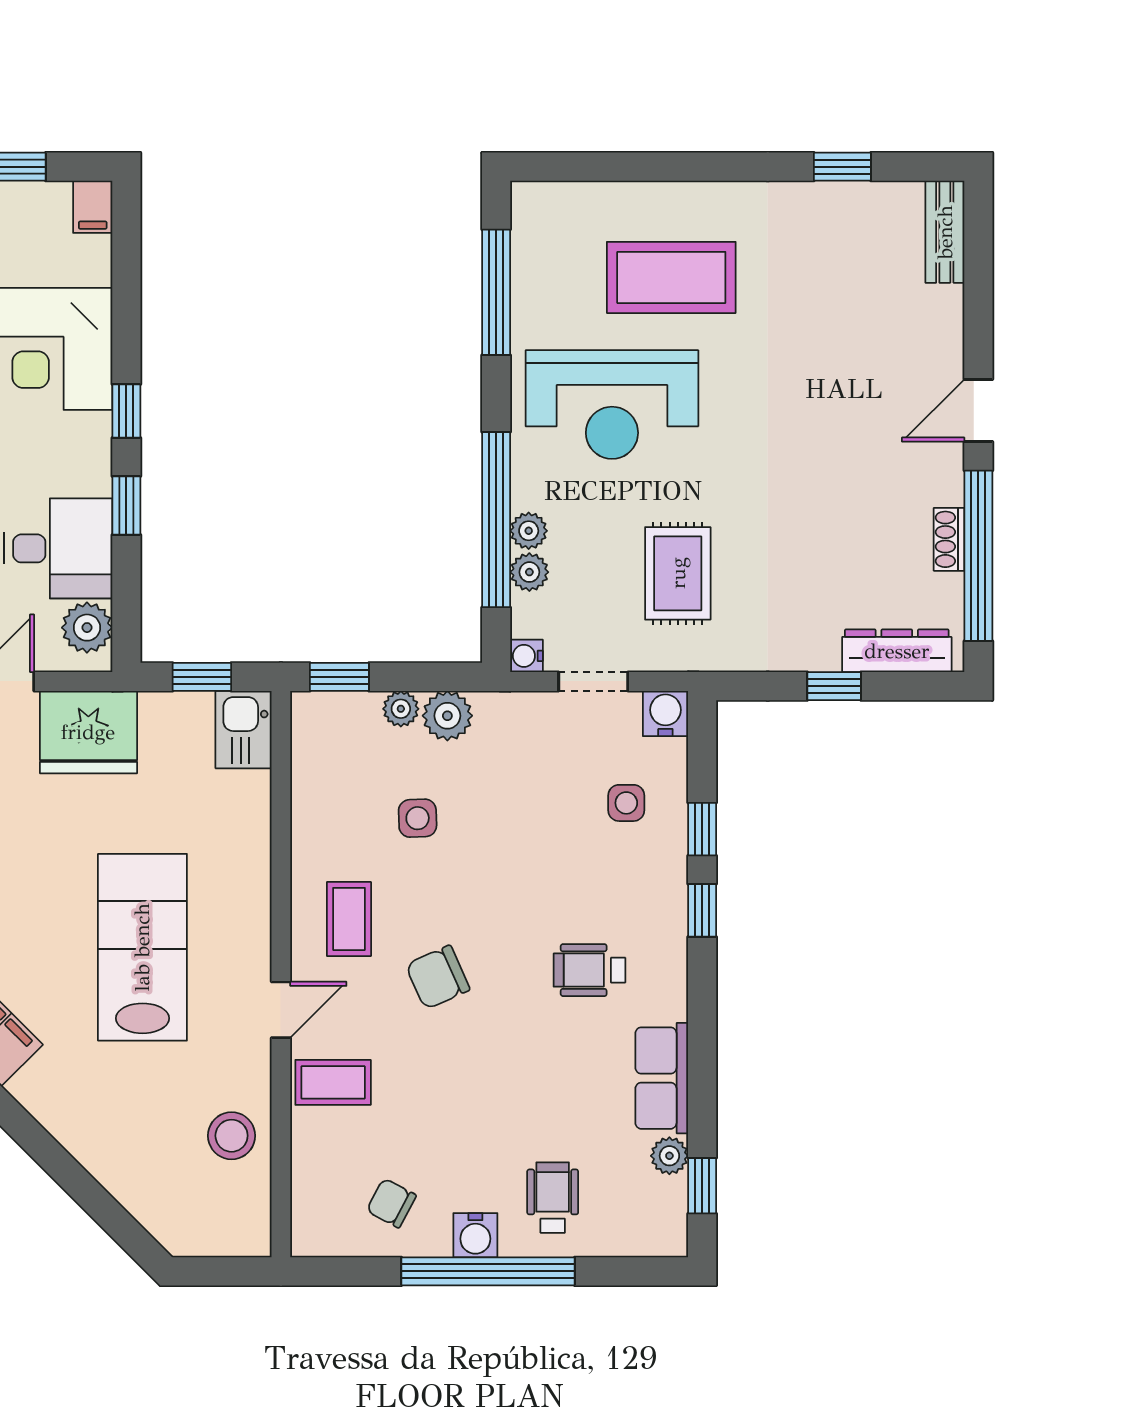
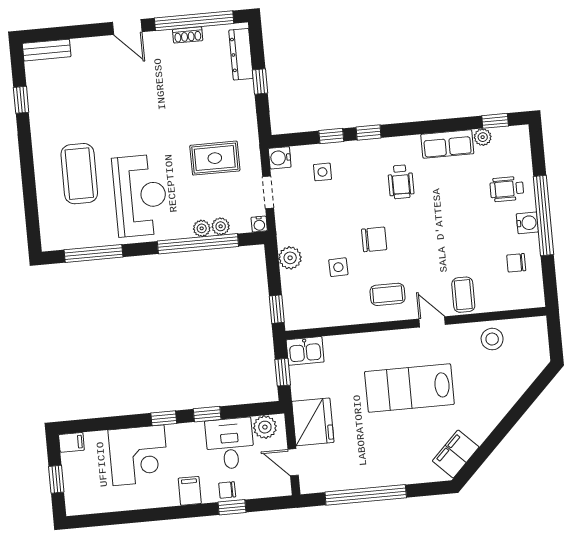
plant: (401, 709) -> (289, 280), removed
chair: (438, 977) -> (374, 239), moved, turned -66
chair: (391, 1203) -> (516, 263), turned 62

